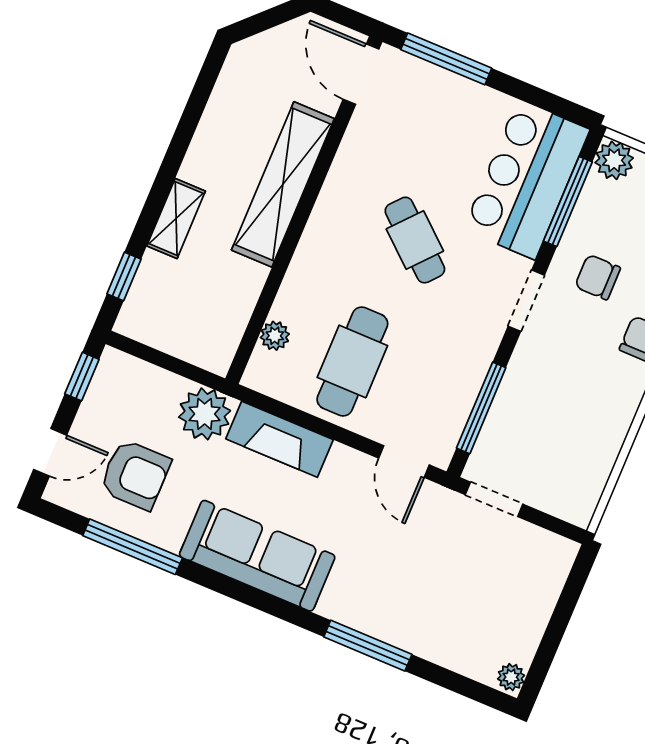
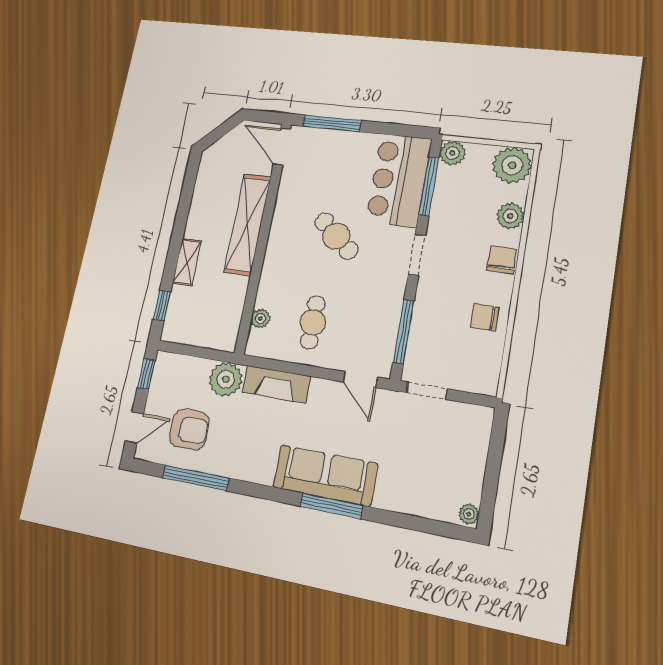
chair: (598, 277) -> (485, 317), moved
cafe table: (352, 362) -> (313, 322), width x0.73, depth x0.74
sofa: (257, 556) -> (325, 475), moved
window: (368, 646) -> (331, 506), moved

